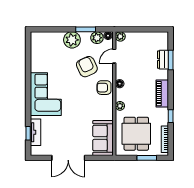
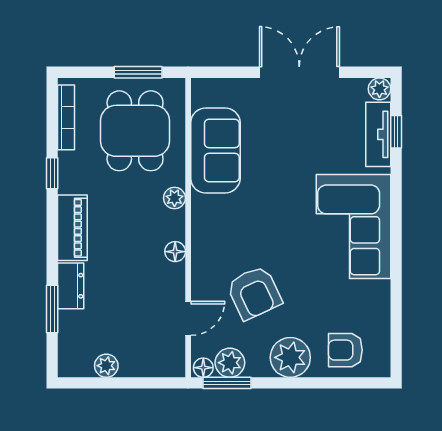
window: (86, 29) -> (227, 383), moved
plant: (120, 36) -> (106, 366), moved
dresser: (163, 60) -> (71, 286), moved
armchair: (104, 88) -> (345, 350), moved, turned 180
sofa: (103, 138) -> (215, 150), moved
plant: (35, 151) -> (379, 89), added
window: (147, 158) -> (138, 72), moved

